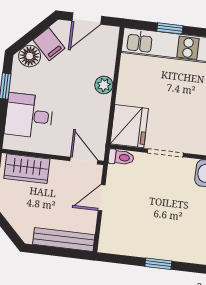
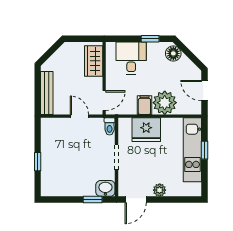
filing cabinet: (49, 44) -> (144, 105), moved, turned 135
plant: (104, 85) -> (165, 103), width x1.88, depth x1.88
fridge: (129, 126) -> (146, 130), moved

